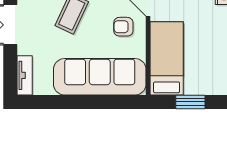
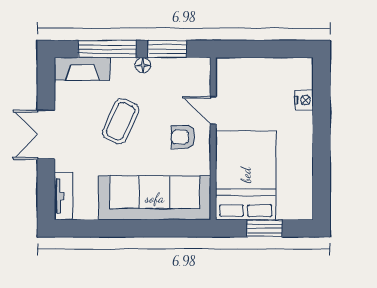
bed: (167, 58) -> (246, 175), width x1.50

